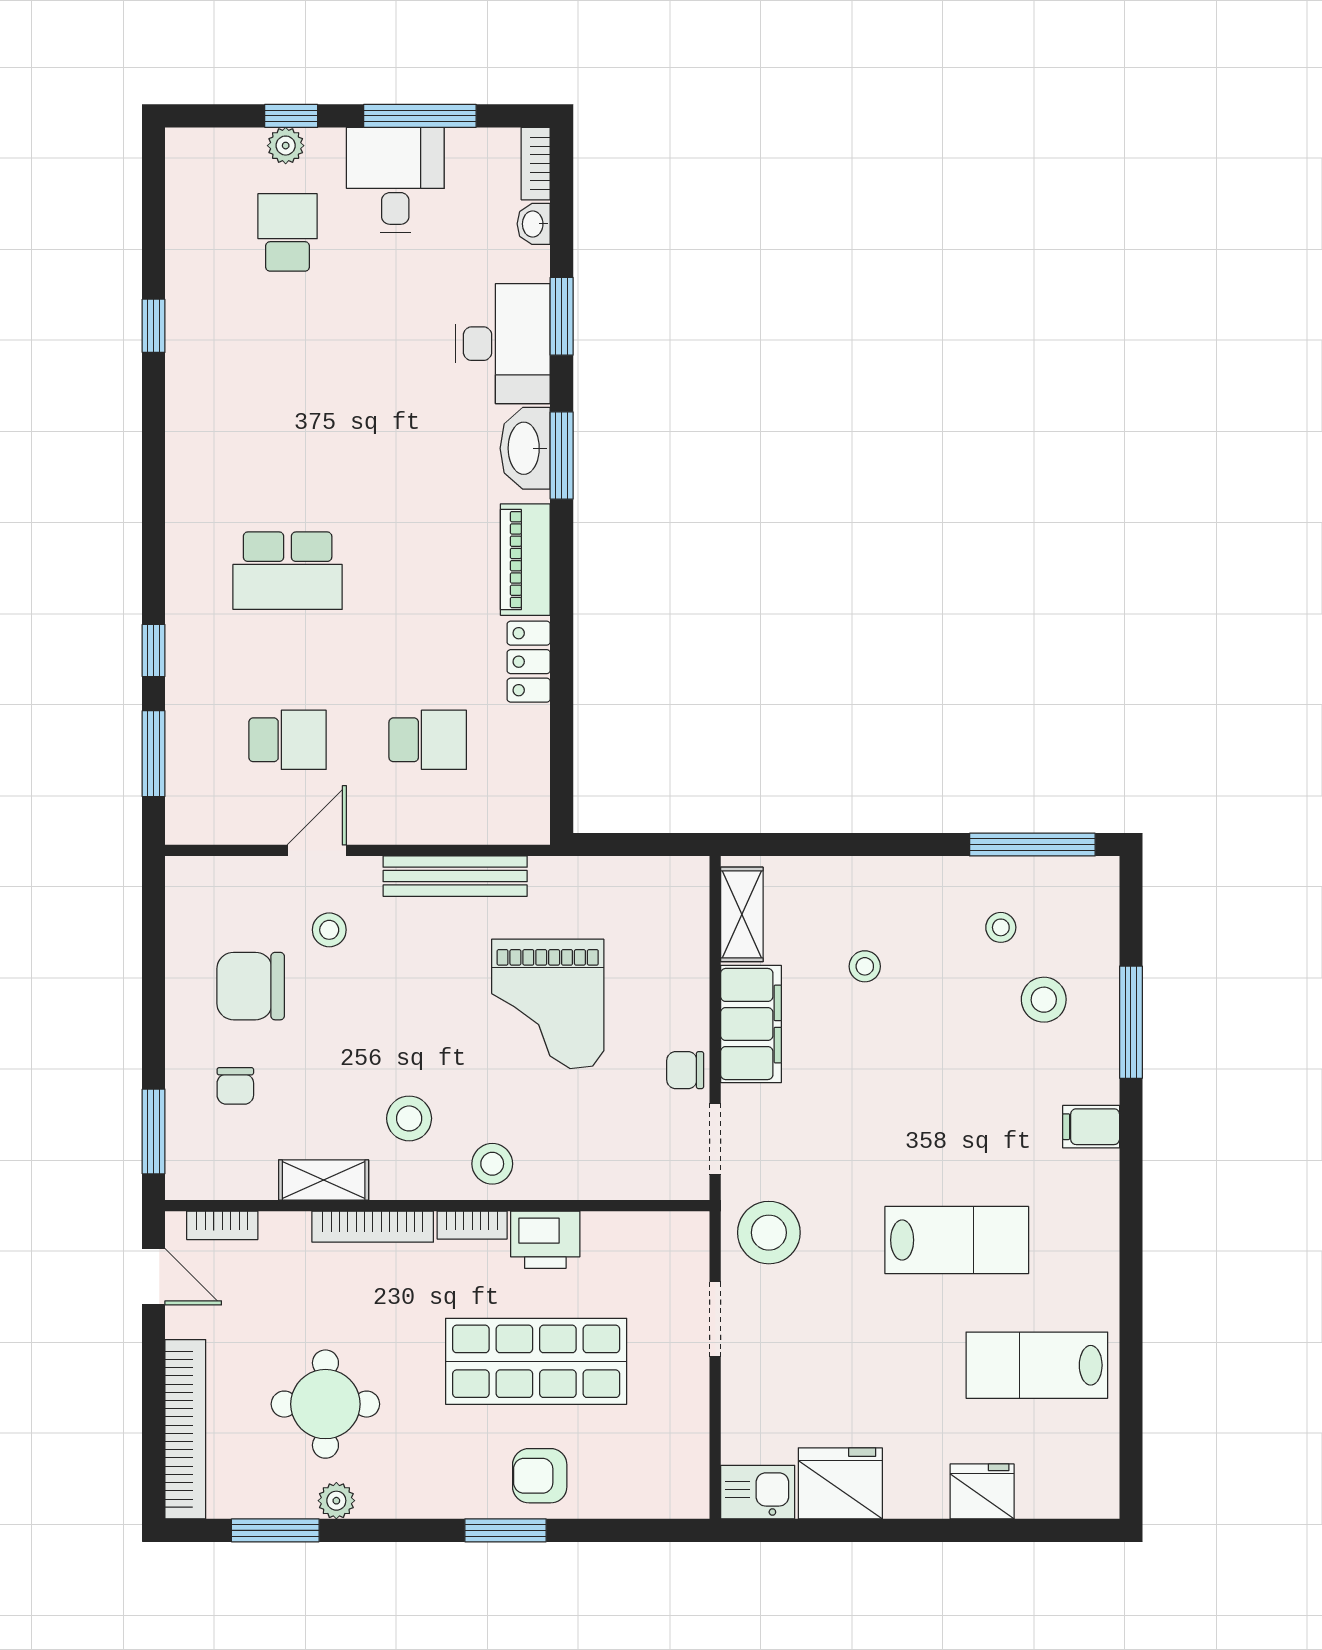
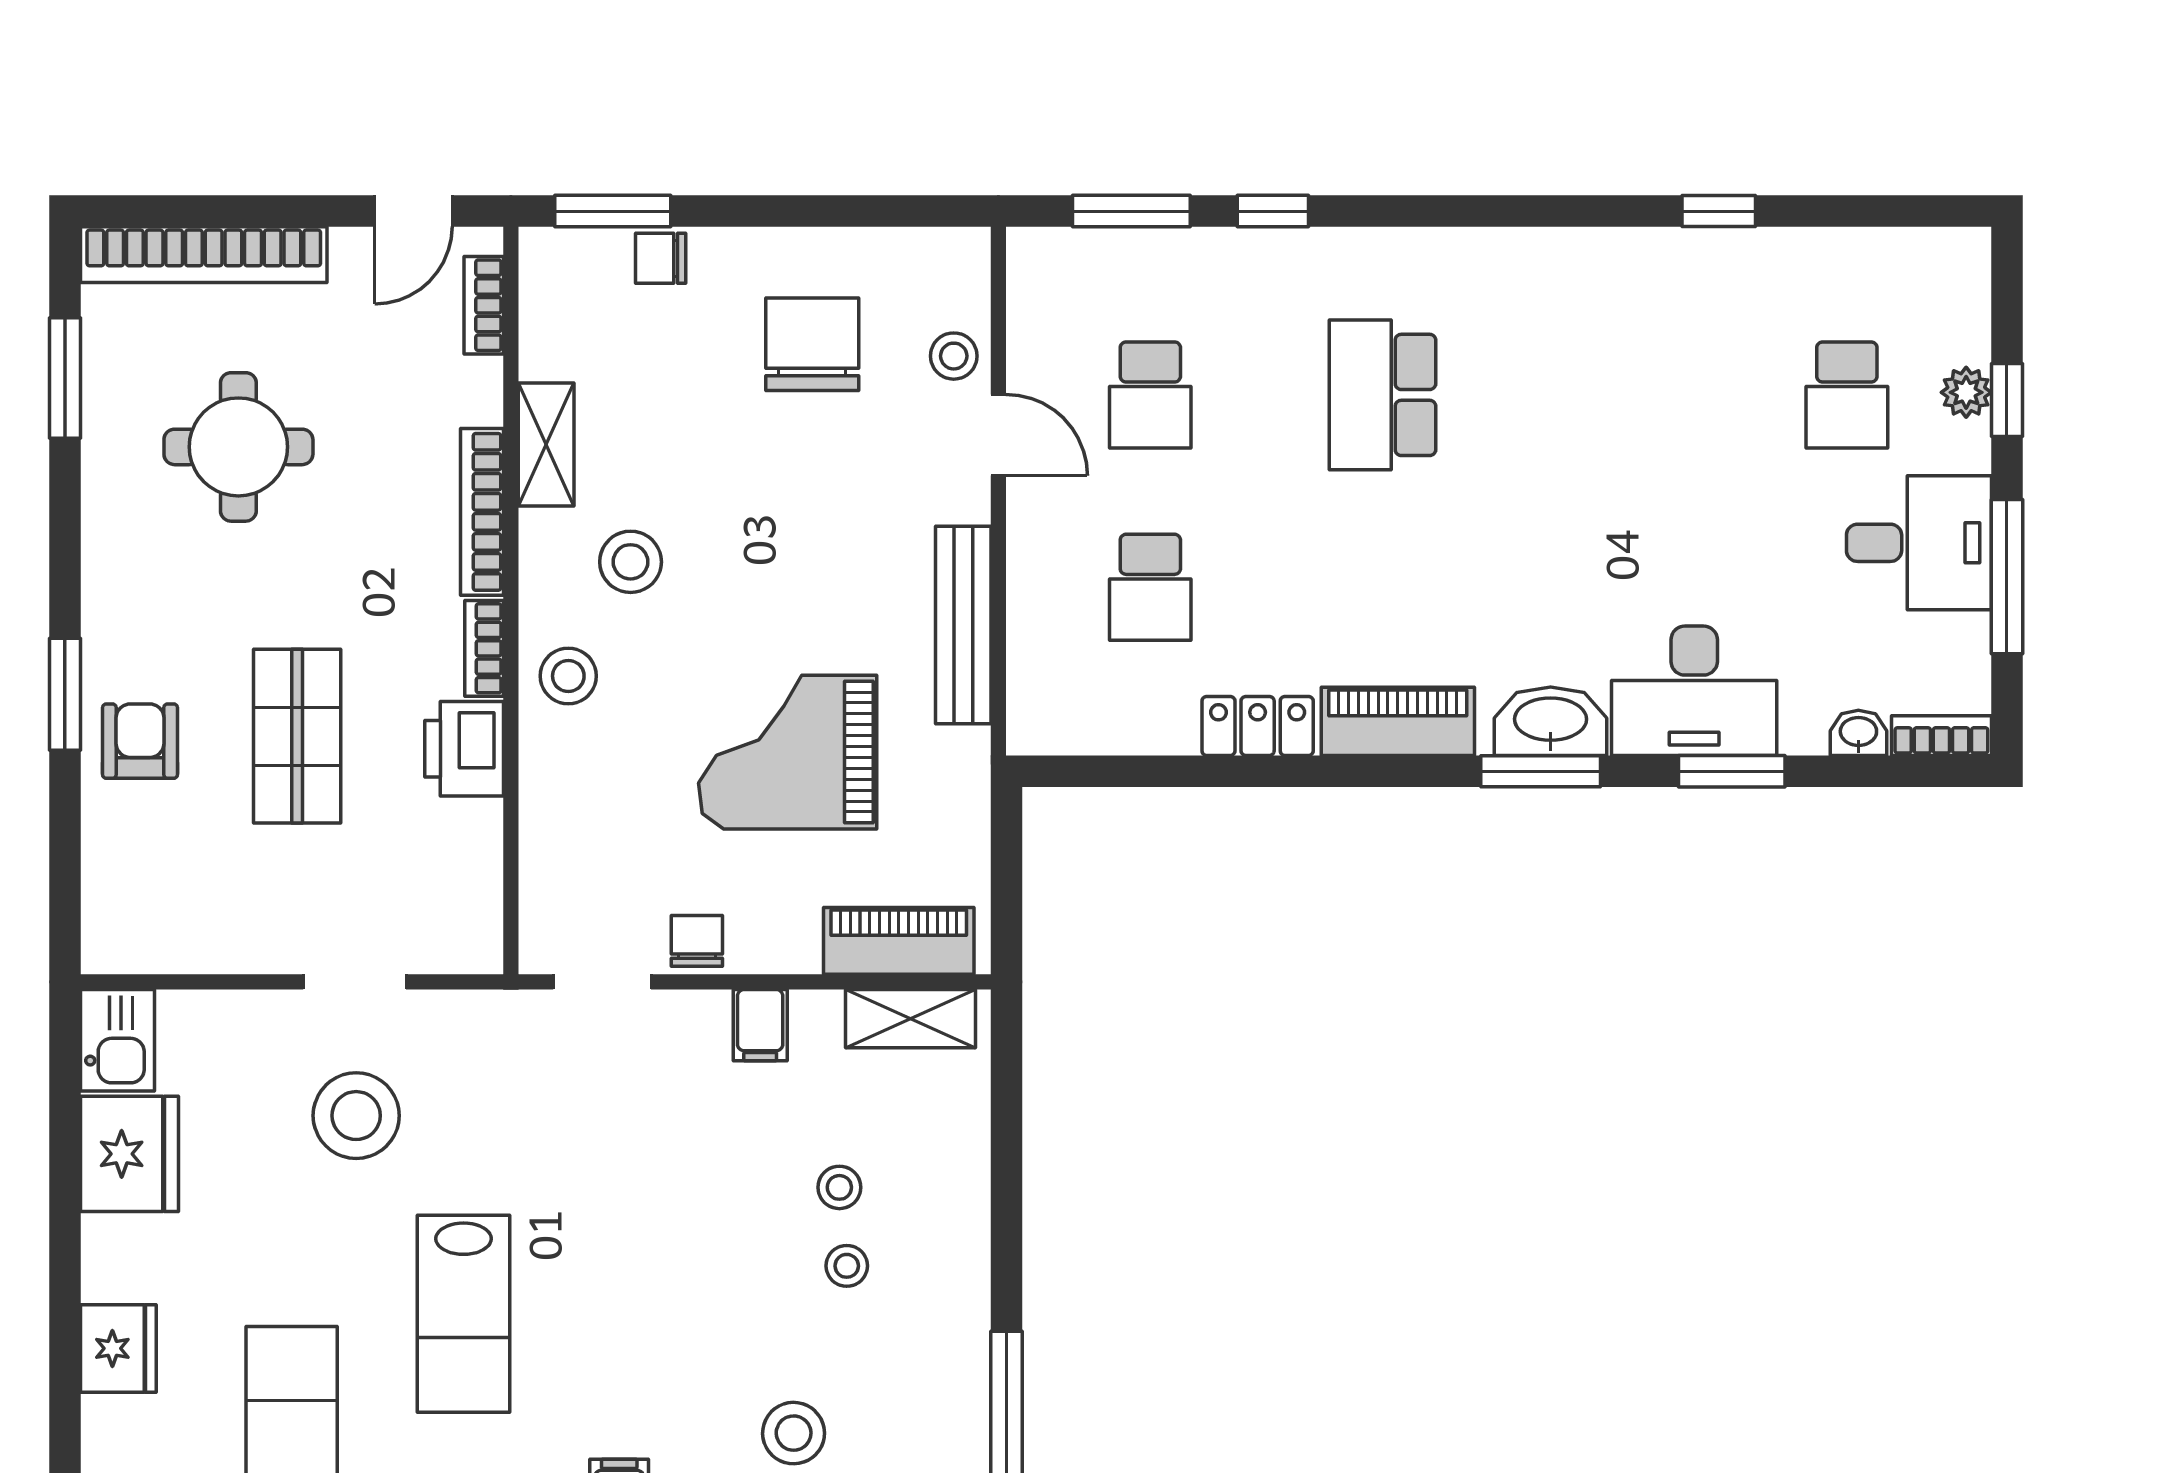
school desk: (288, 232) -> (1847, 395), turned 90
piano: (685, 923) -> (899, 941), added
stool: (1001, 927) -> (847, 1266), moved
stool: (329, 930) -> (954, 356), moved
filing cabinet: (751, 1024) -> (760, 1025), width x0.33, depth x0.86
chair: (235, 1086) -> (661, 258), moved
stool: (769, 1233) -> (356, 1116), moved
shop shelf: (536, 1361) -> (297, 736), width x0.70, depth x0.74
plant: (336, 1501) -> (106, 462), removed

